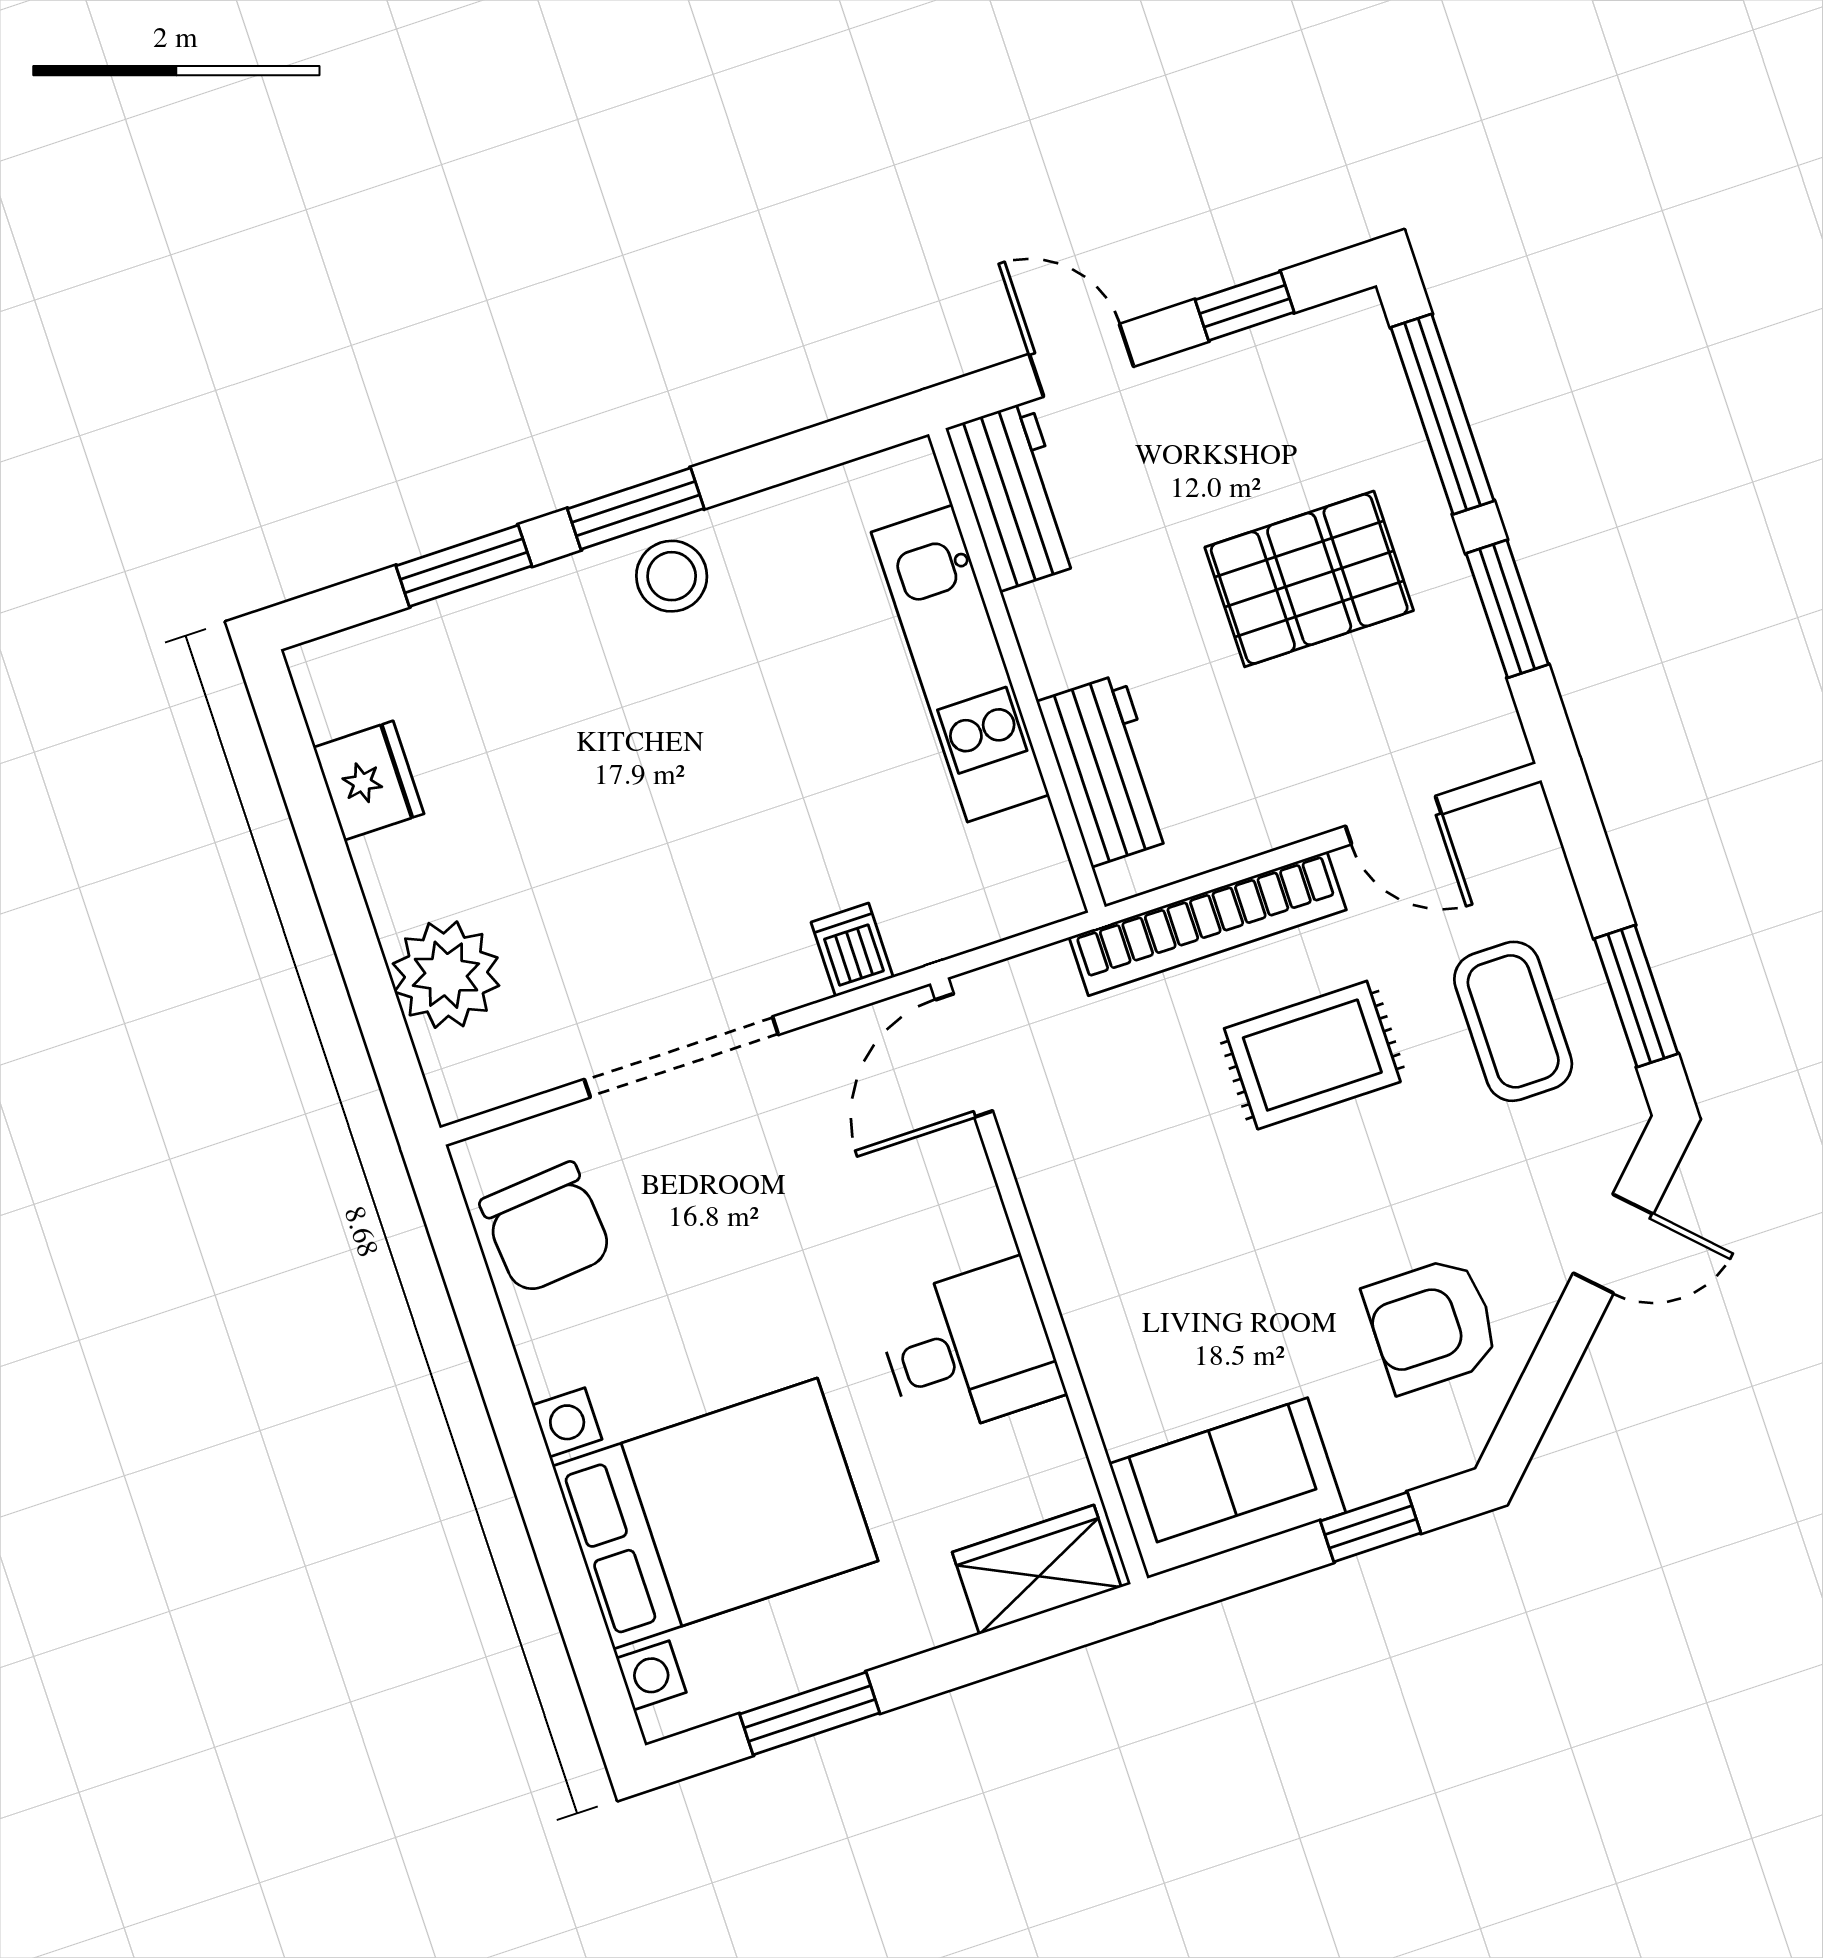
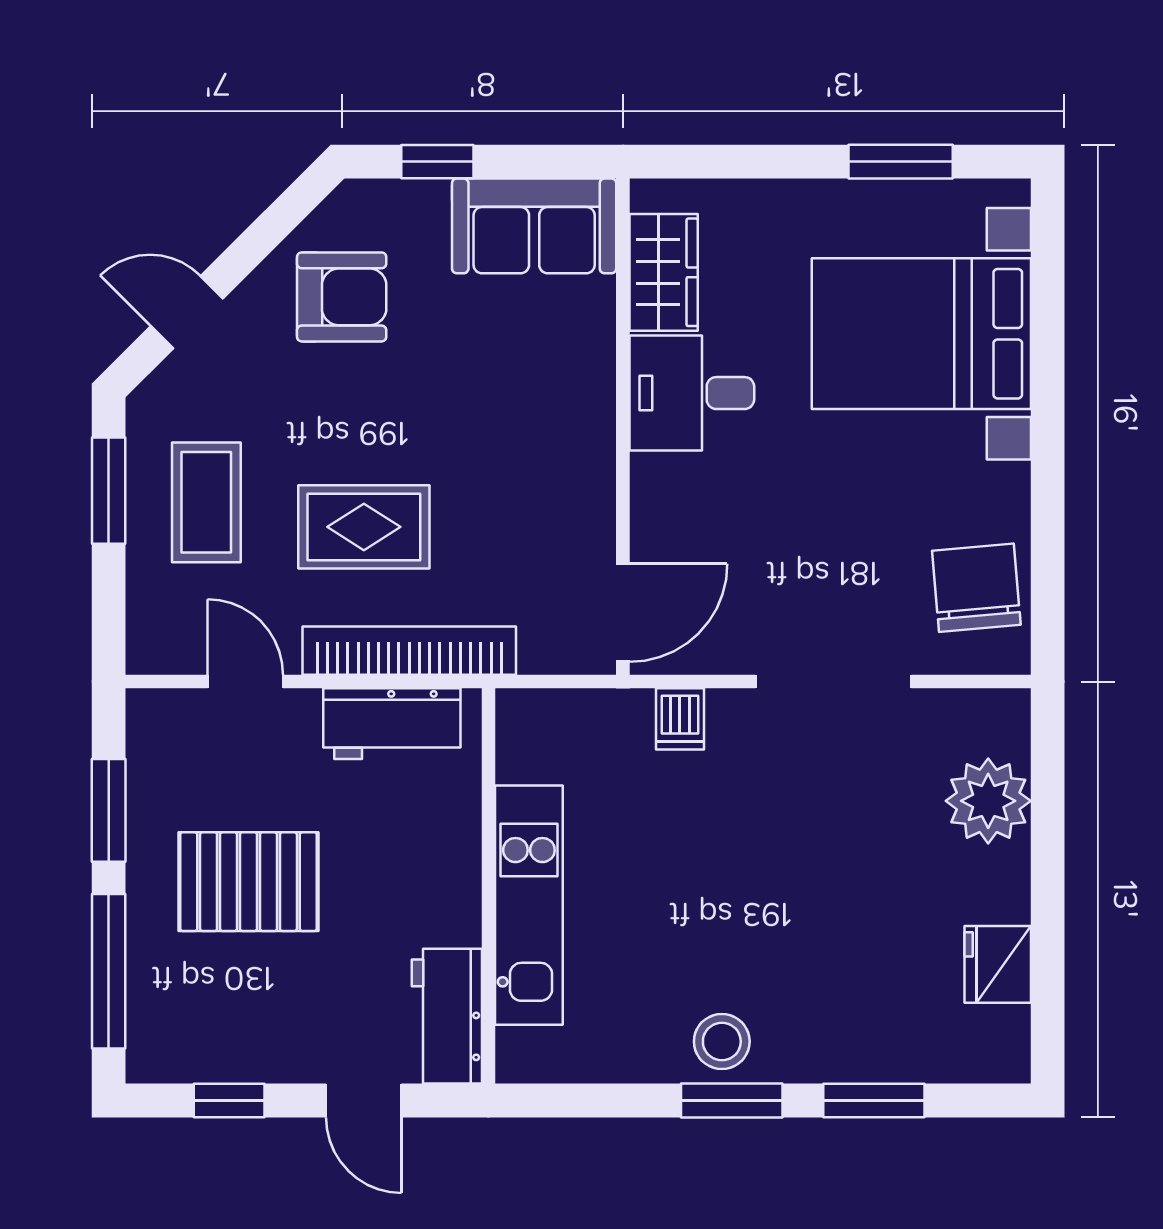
workbench: (1107, 770) -> (392, 724), moved, turned -90
wardrobe: (1037, 1570) -> (664, 272), moved, turned -90

